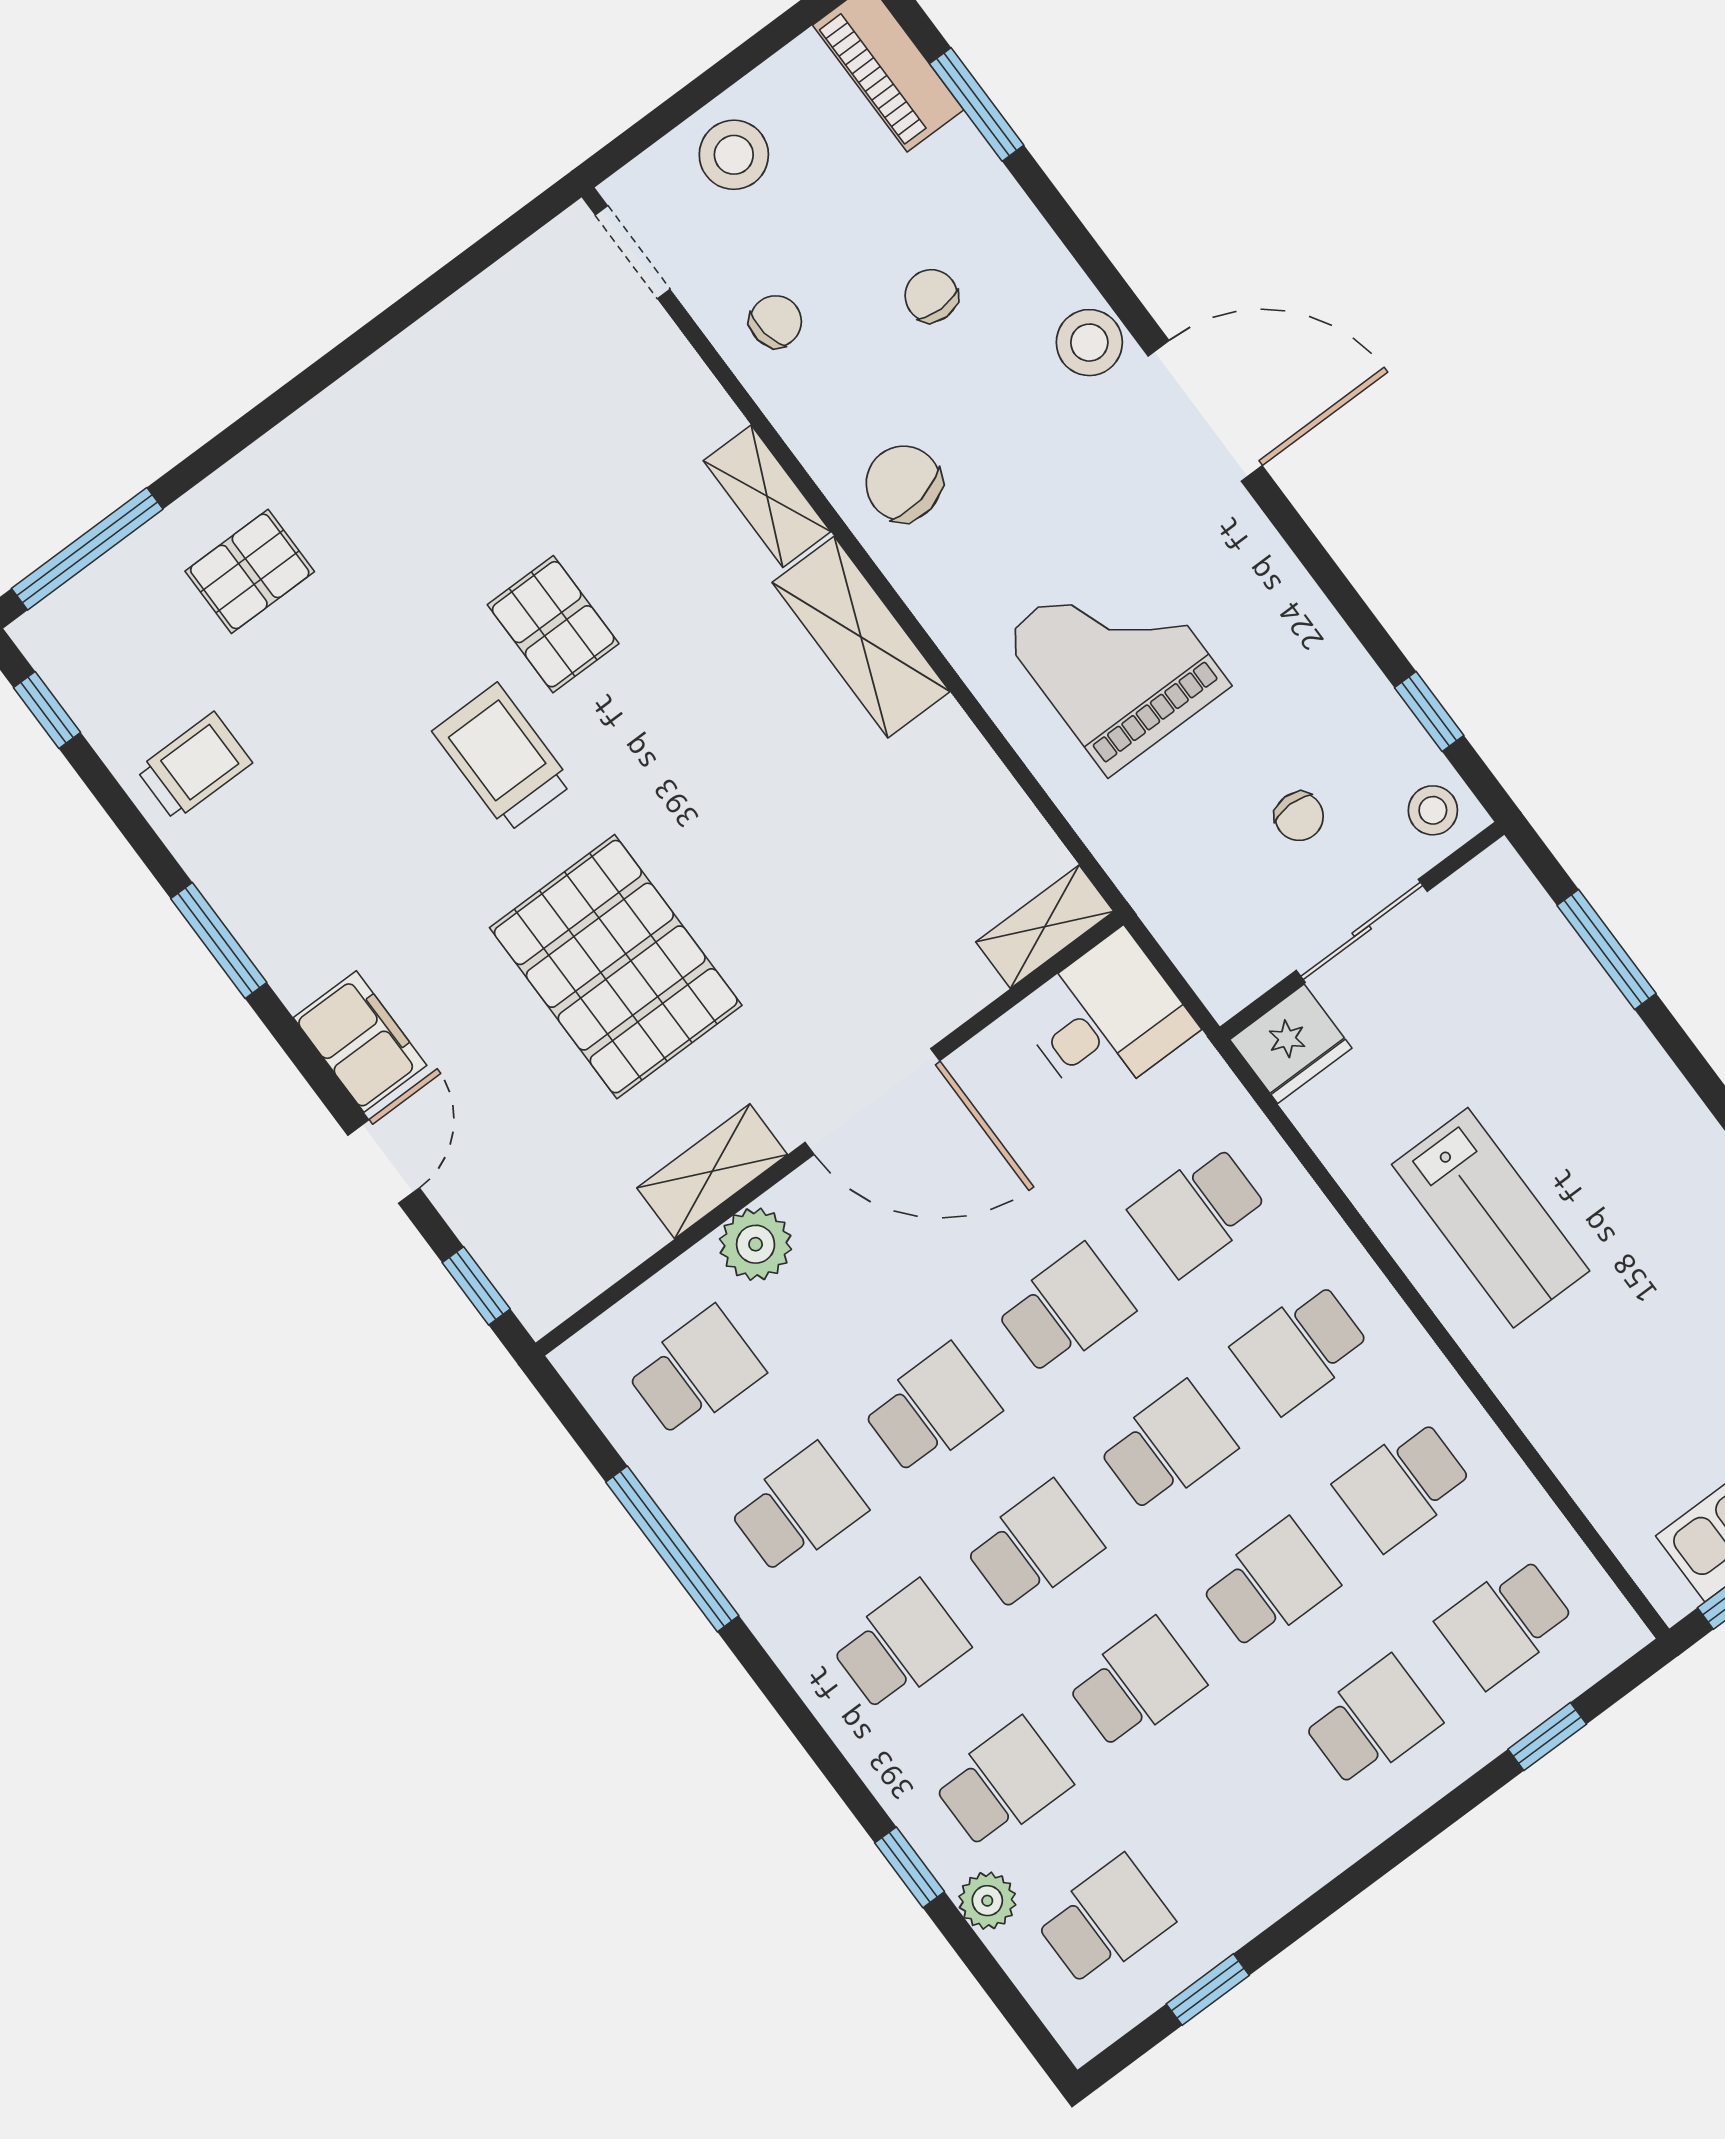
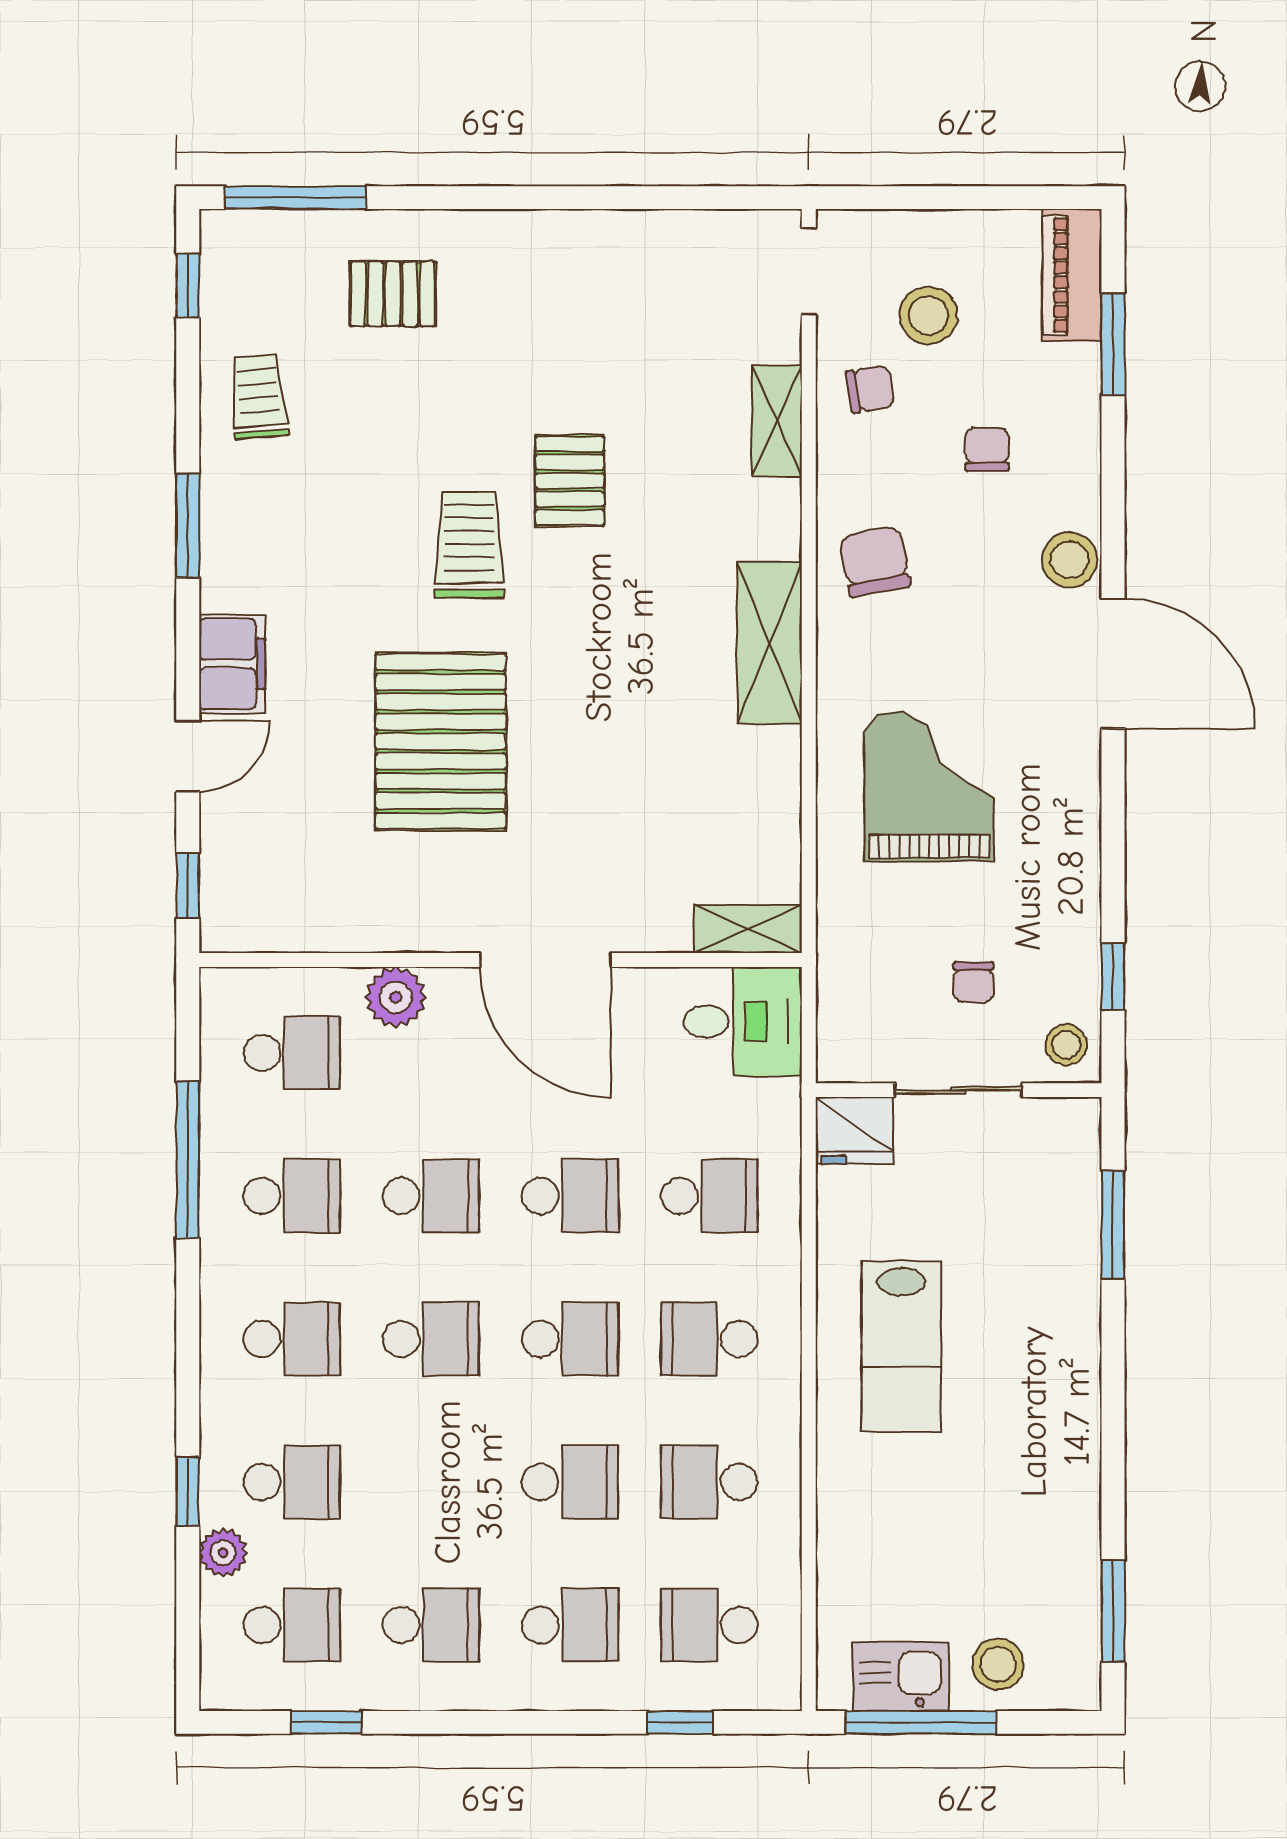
stool: (734, 155) -> (928, 315), moved
shelving: (767, 496) -> (777, 421), moved
trolley: (194, 766) -> (258, 397), turned -95
shelving: (712, 1171) -> (403, 927), removed
school desk: (1199, 1211) -> (709, 1196), turned 180
school desk: (1136, 1684) -> (431, 1625), moved

